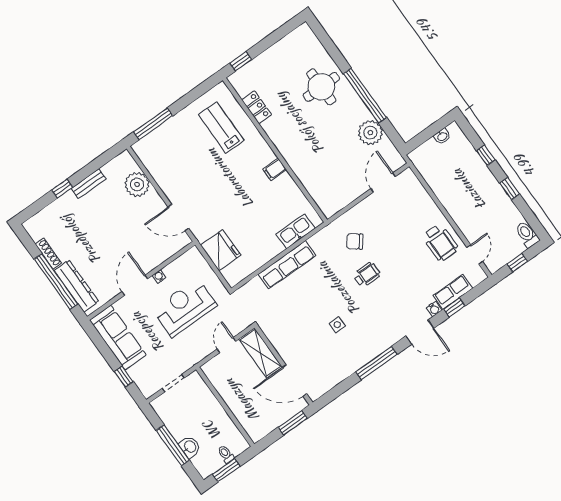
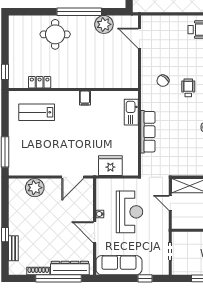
bench: (89, 184) -> (13, 248), moved
reception desk: (185, 307) -> (129, 212), turned 180

